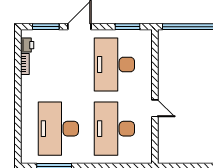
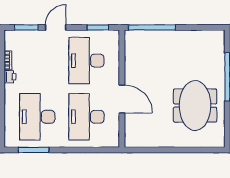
printer: (27, 45) -> (10, 77), moved
door: (155, 108) -> (122, 99), width x1.88

